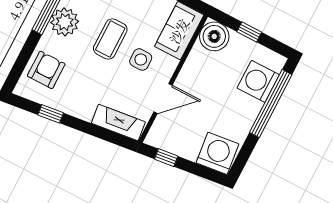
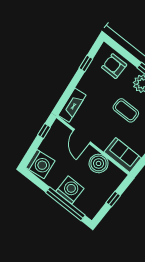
boiler: (214, 36) -> (99, 163), moved
side table: (141, 59) -> (109, 127), removed
armchair: (46, 70) -> (114, 66), turned 180
washing machine: (258, 81) -> (70, 190), moved

